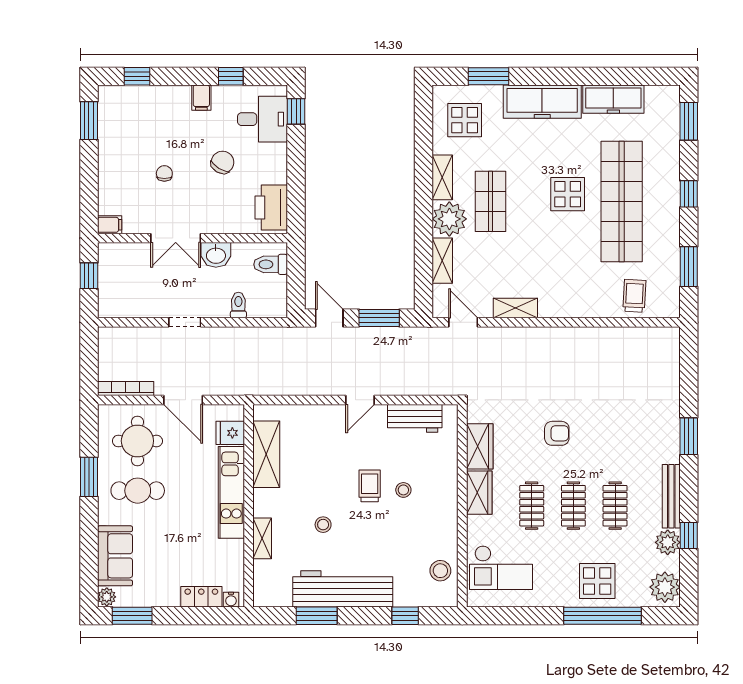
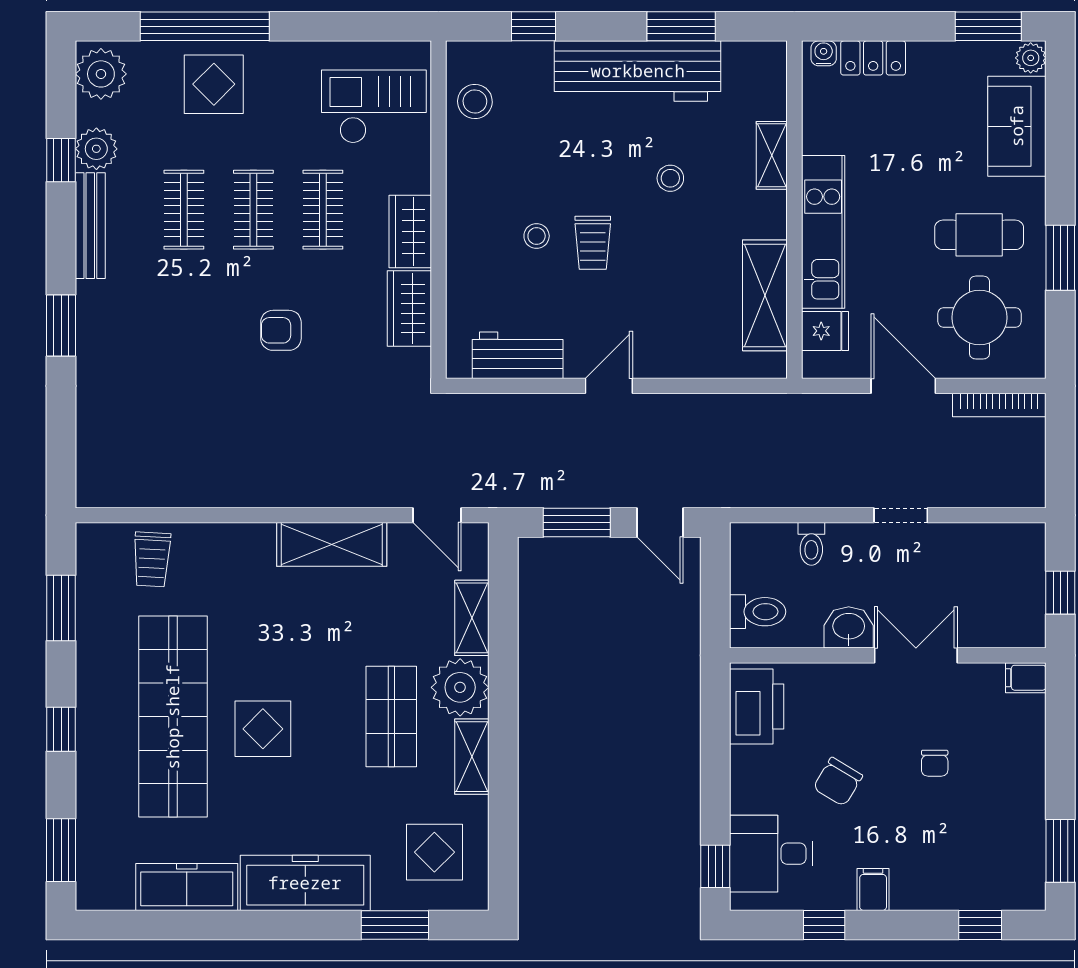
shelving: (515, 308) -> (332, 544), width x1.50, depth x1.33

